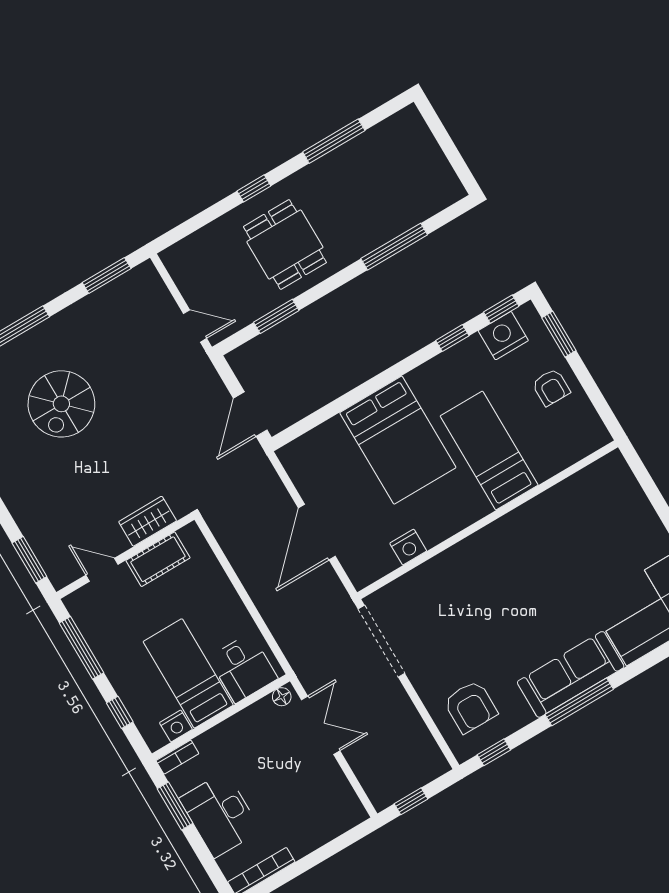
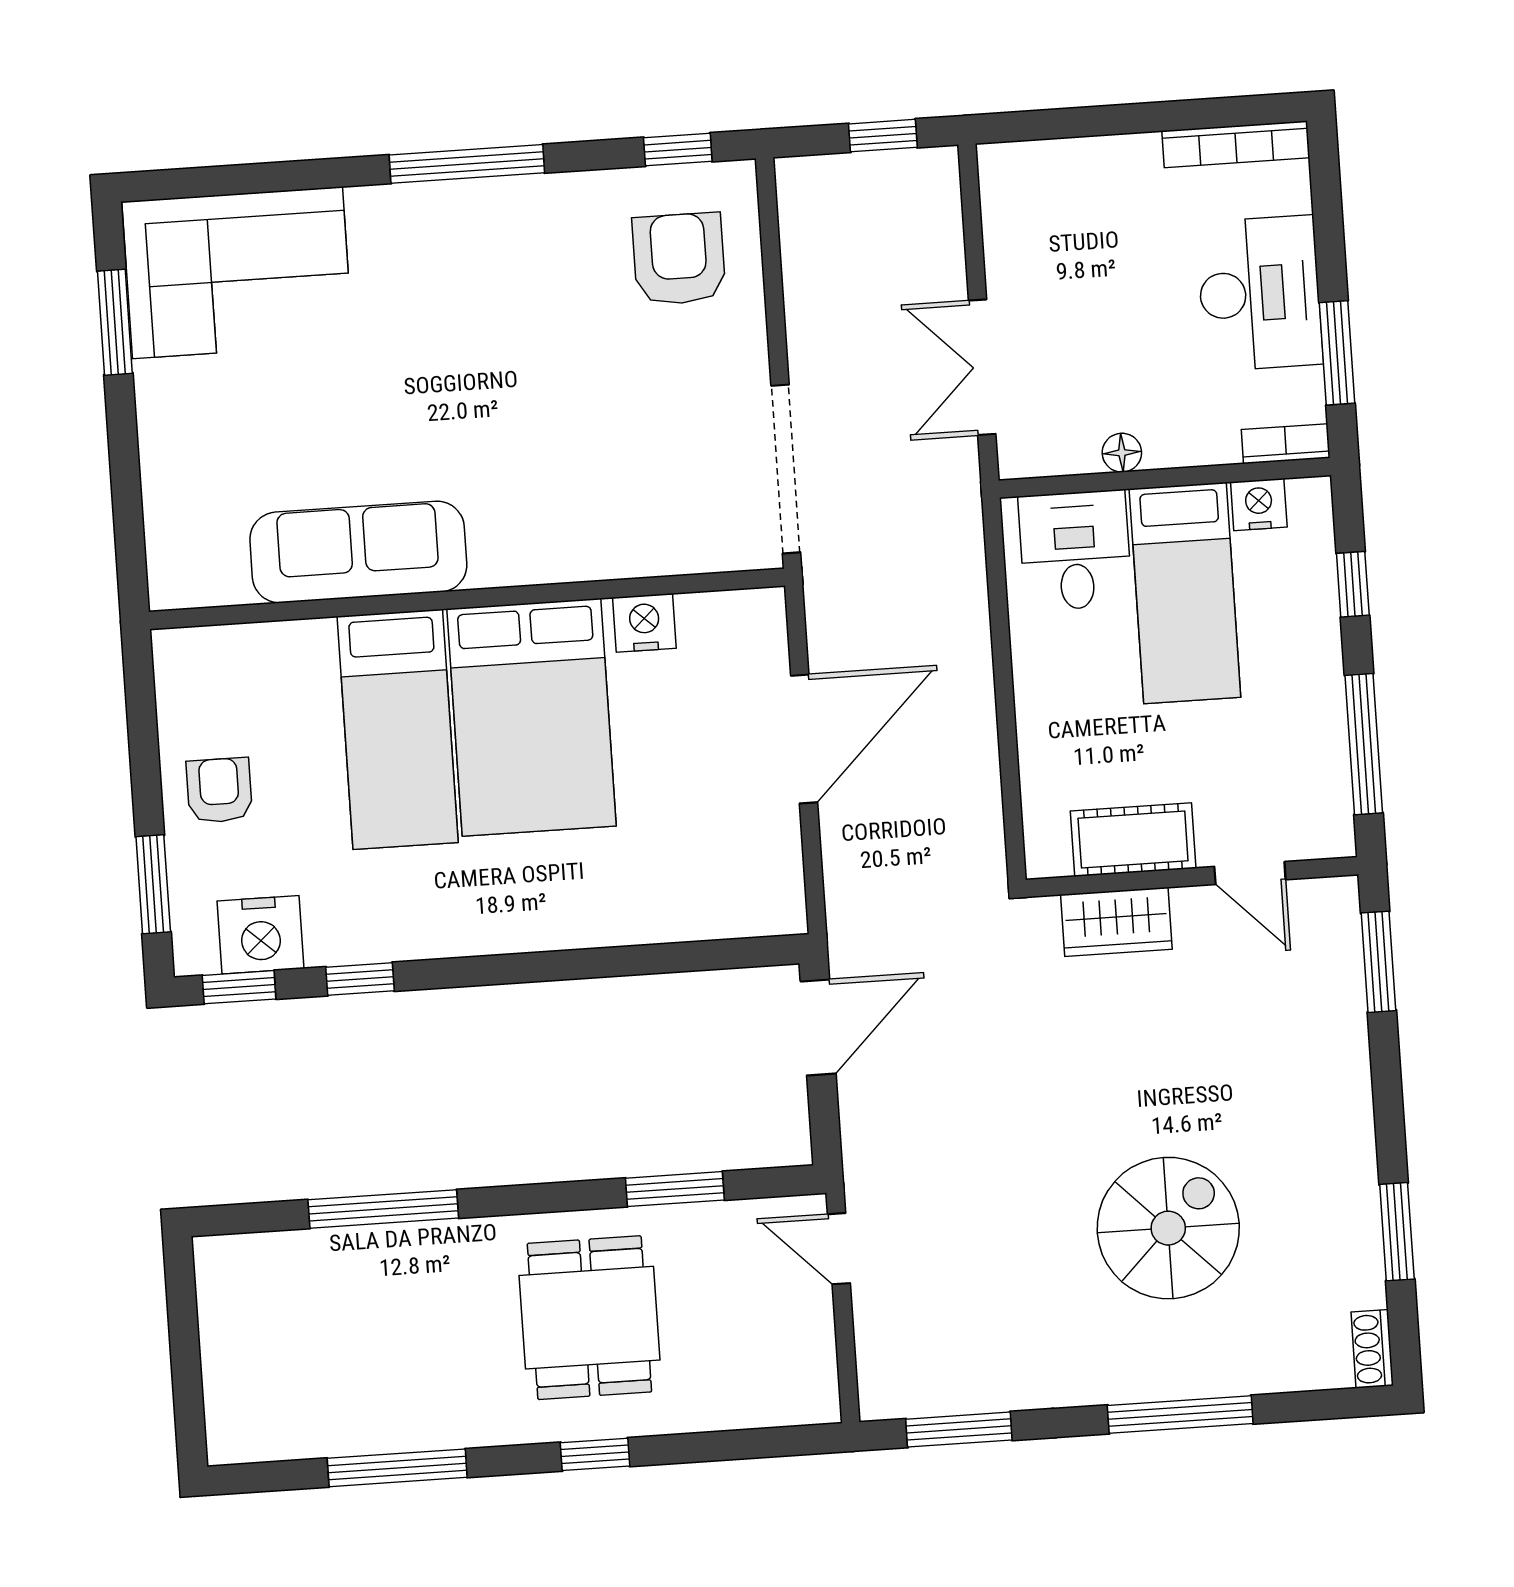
bed: (398, 440) -> (531, 717), moved, turned 180
sofa: (571, 674) -> (358, 552), moved, turned 180
floor lamp: (282, 697) -> (1122, 453), moved

